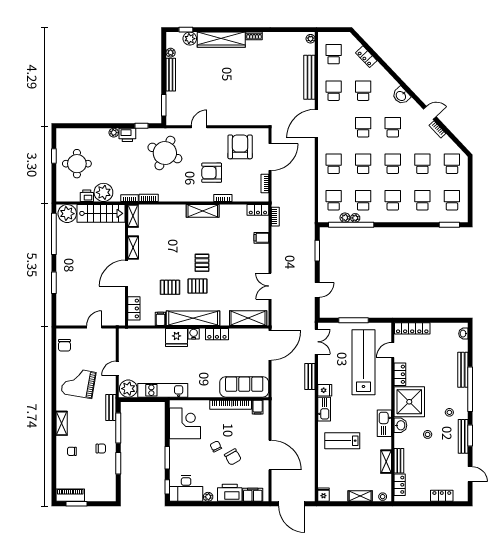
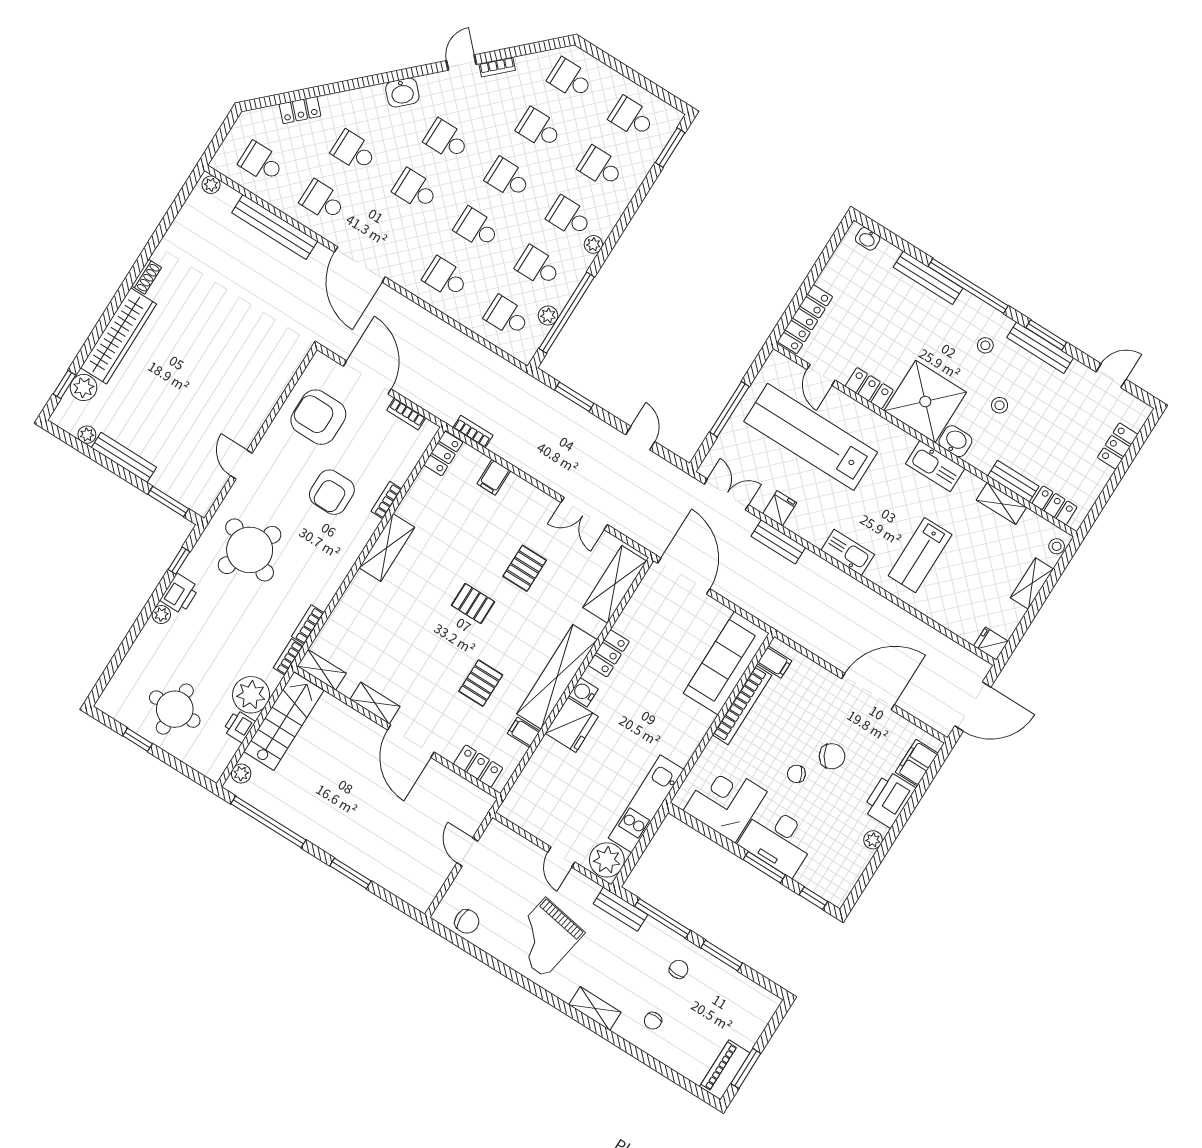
plant: (67, 214) -> (241, 774), width x0.53, depth x0.53
plant: (355, 218) -> (593, 244), moved
pallet: (198, 286) -> (525, 568), moved
fridge: (325, 390) -> (780, 508), moved
desk: (186, 489) -> (778, 840), moved, turned 90

